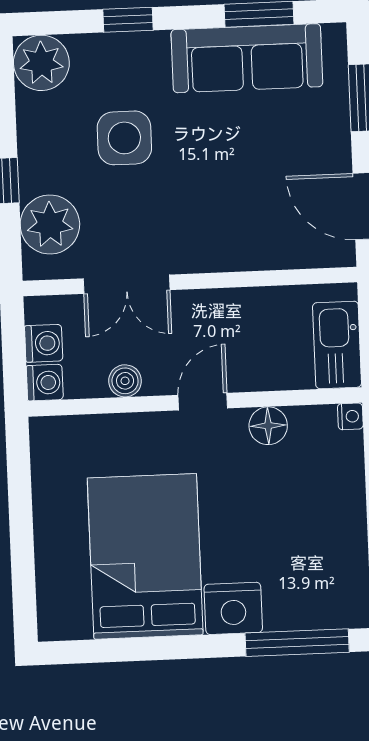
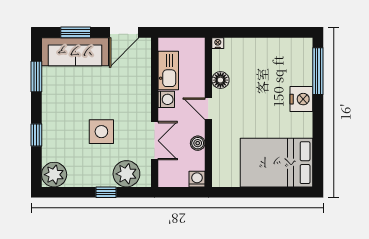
sofa: (247, 58) -> (75, 52), moved, turned 90
side table: (124, 138) -> (101, 132), moved
washing machine: (44, 343) -> (166, 99), moved, turned 90
kitchen sink: (337, 345) -> (168, 70), moved, turned -90
bed: (145, 556) -> (277, 163), moved

